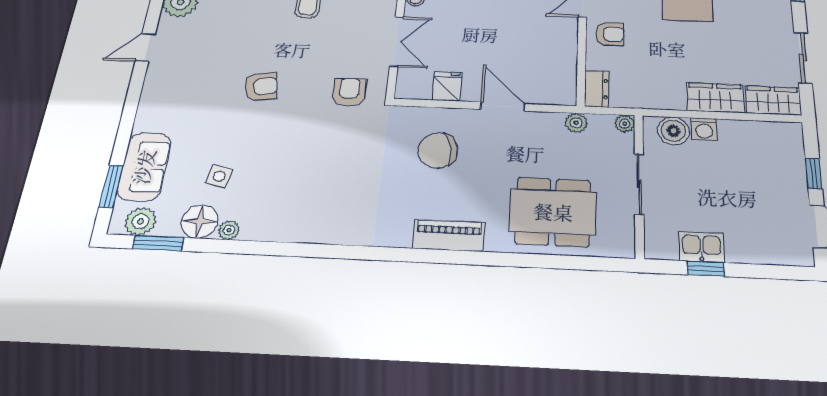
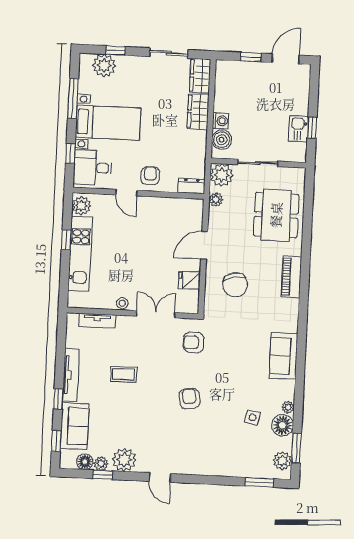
plant: (625, 124) -> (222, 175), width x1.88, depth x1.88
sofa: (144, 167) -> (283, 356), moved, turned -90

